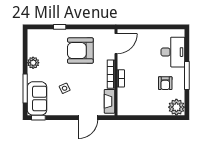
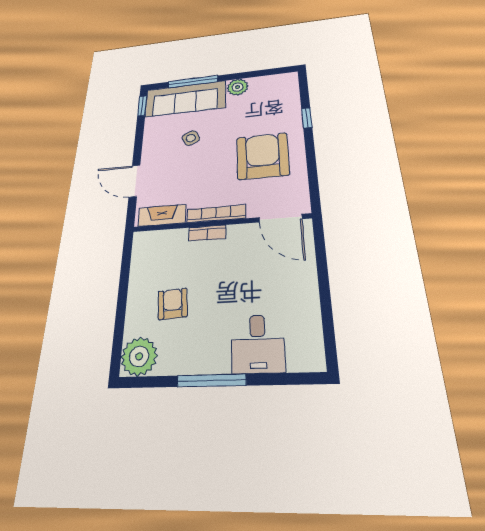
desk: (173, 52) -> (258, 344), width x0.73
armchair: (165, 83) -> (173, 304), moved, turned 86
sofa: (37, 98) -> (185, 99), width x1.36

